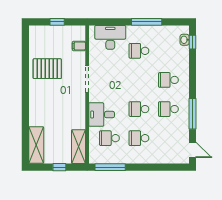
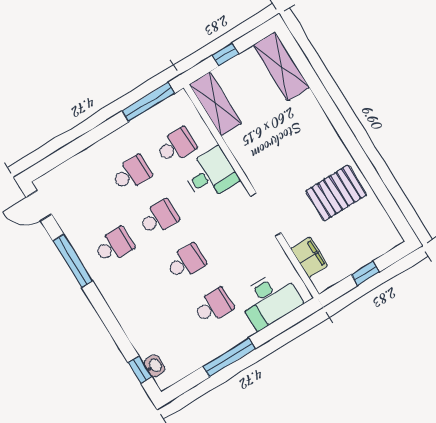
filing cabinet: (79, 46) -> (309, 257), width x2.00
school desk: (168, 80) -> (186, 262), moved

